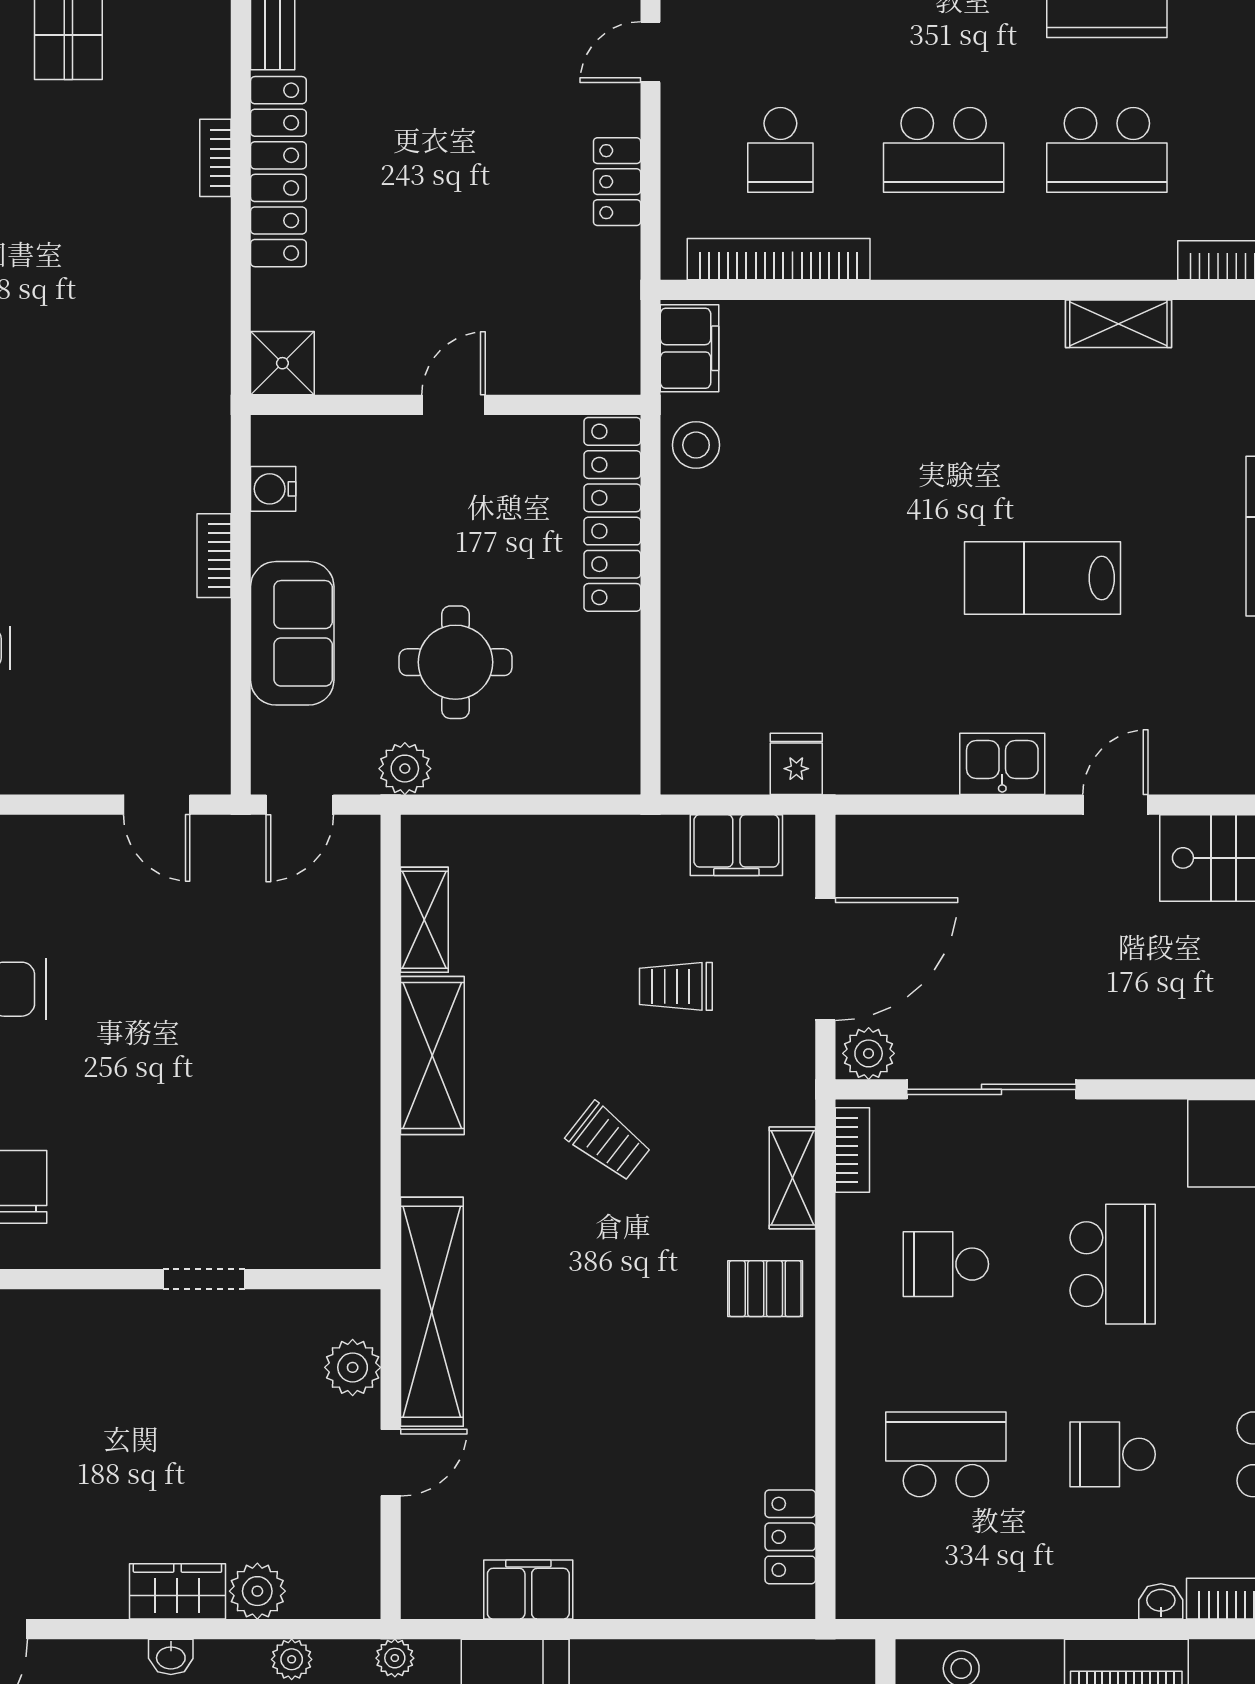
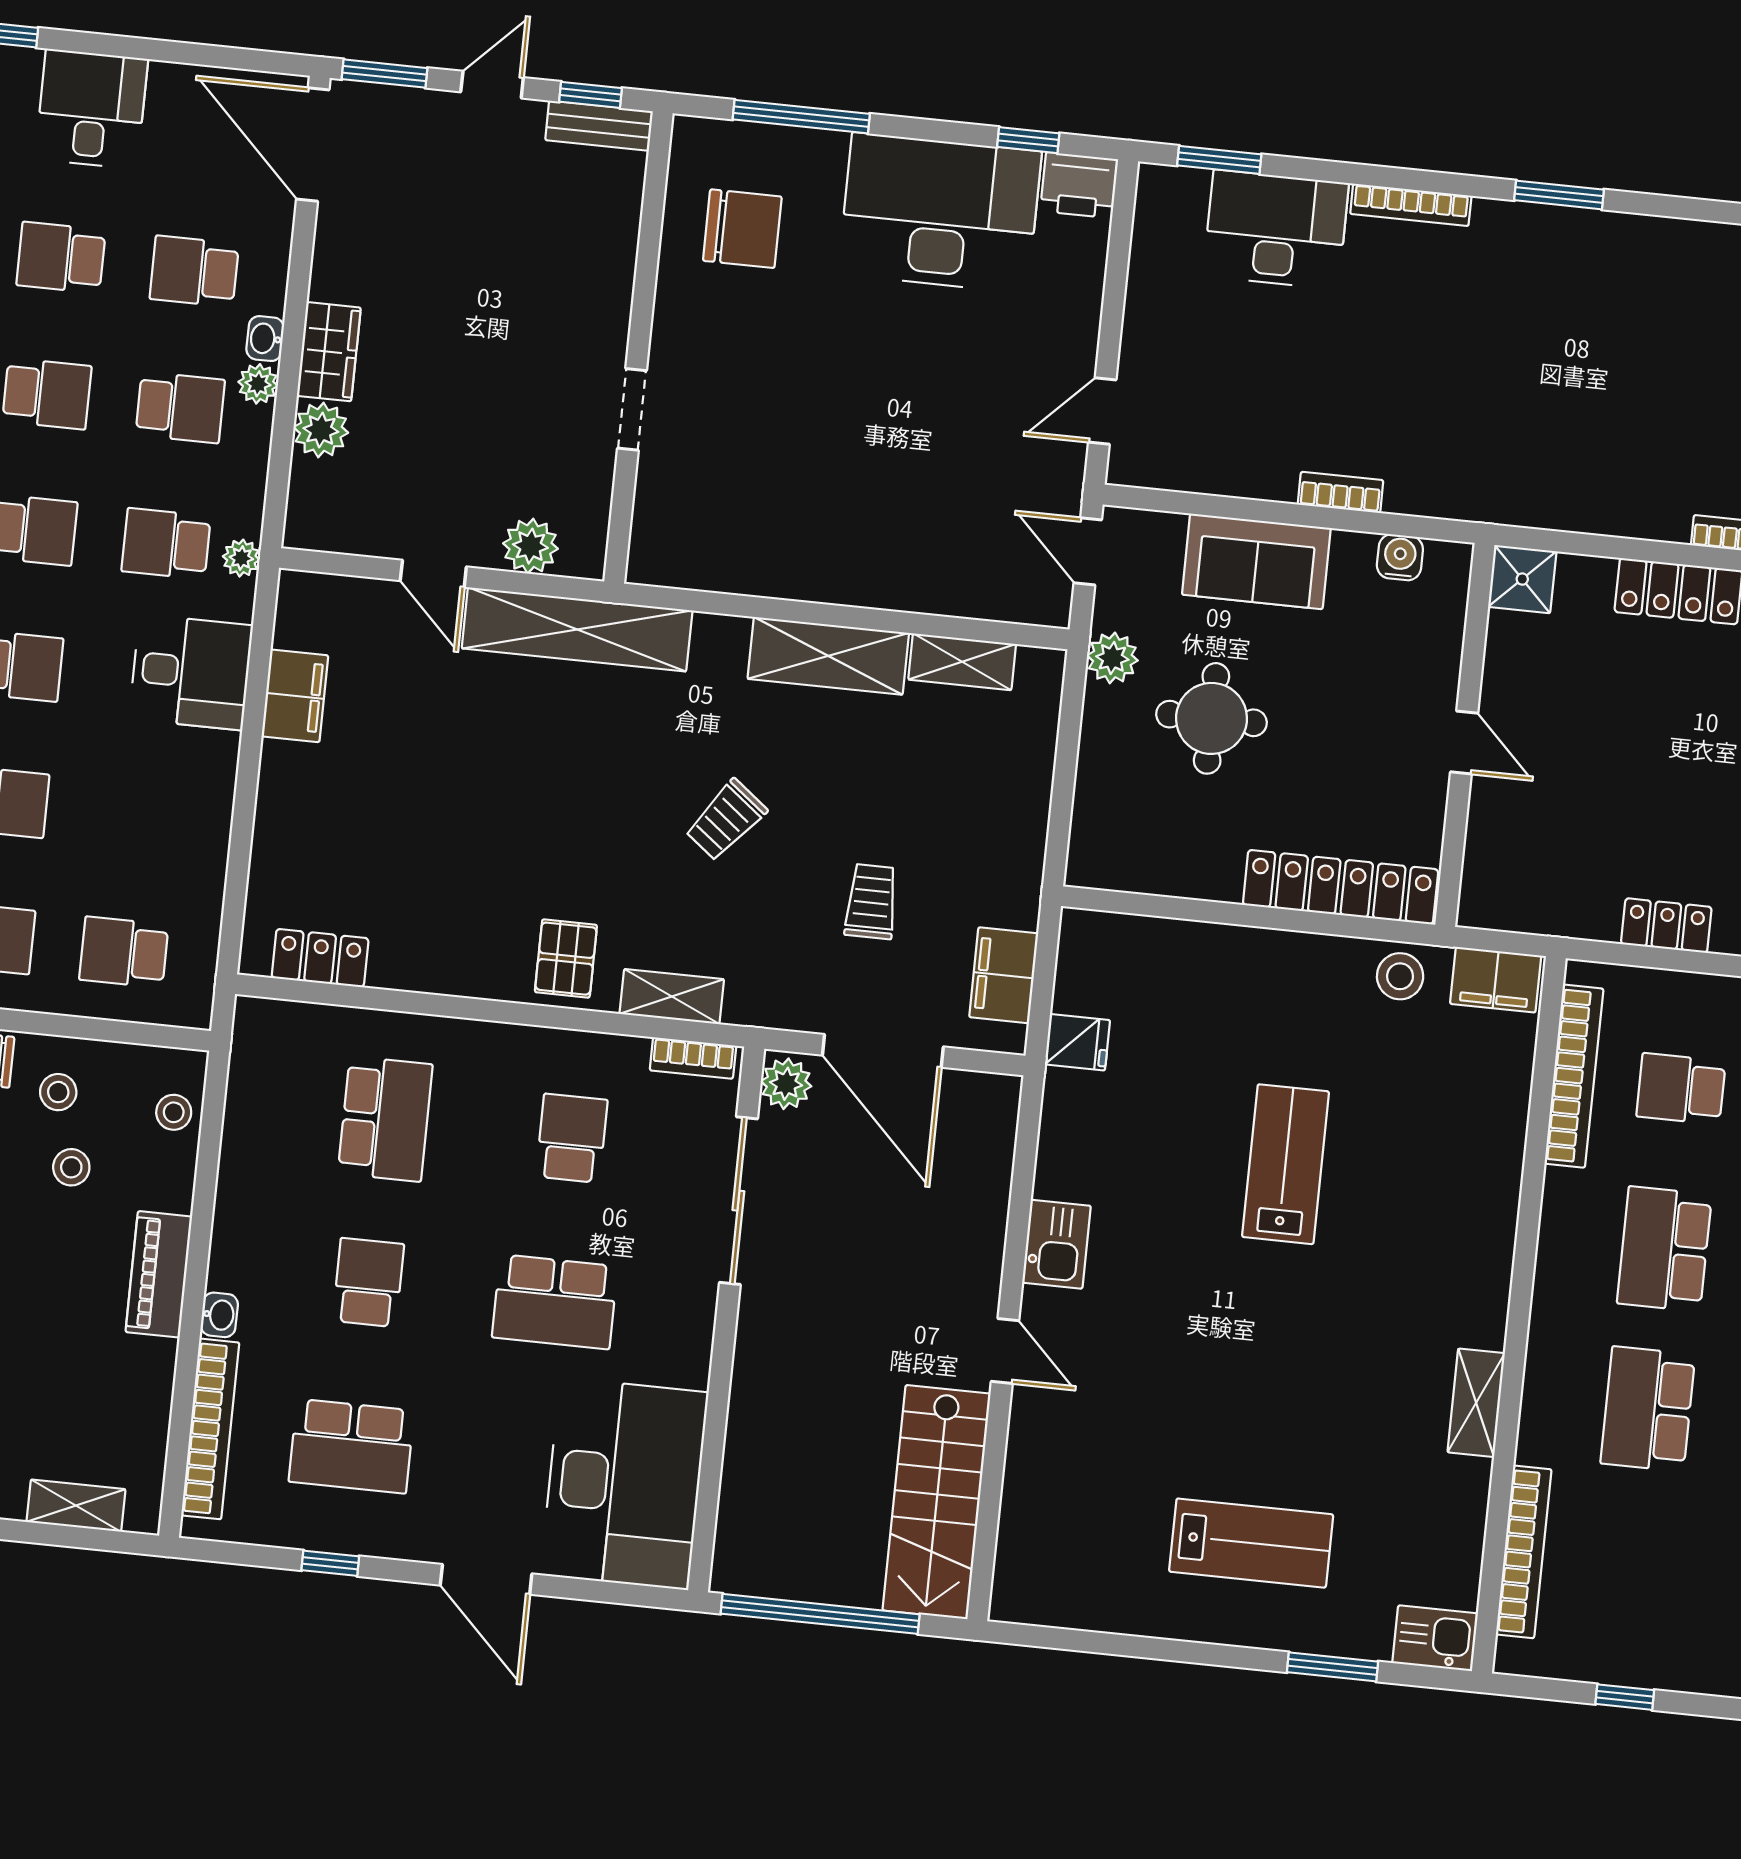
lab bench: (1043, 578) -> (1286, 1164), moved
plant: (292, 1659) -> (258, 384), moved

